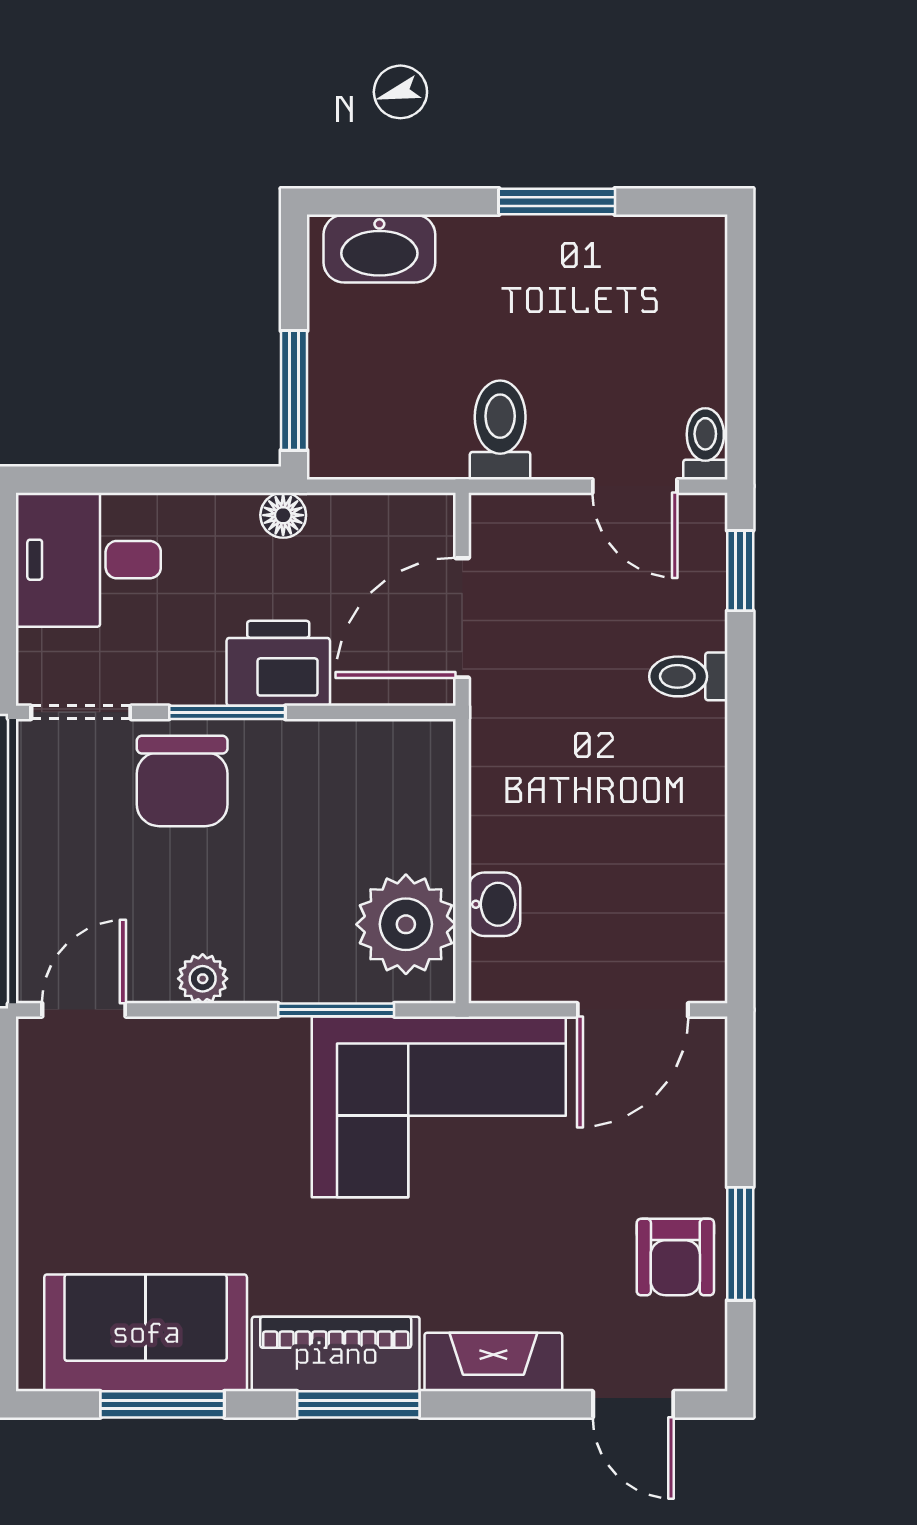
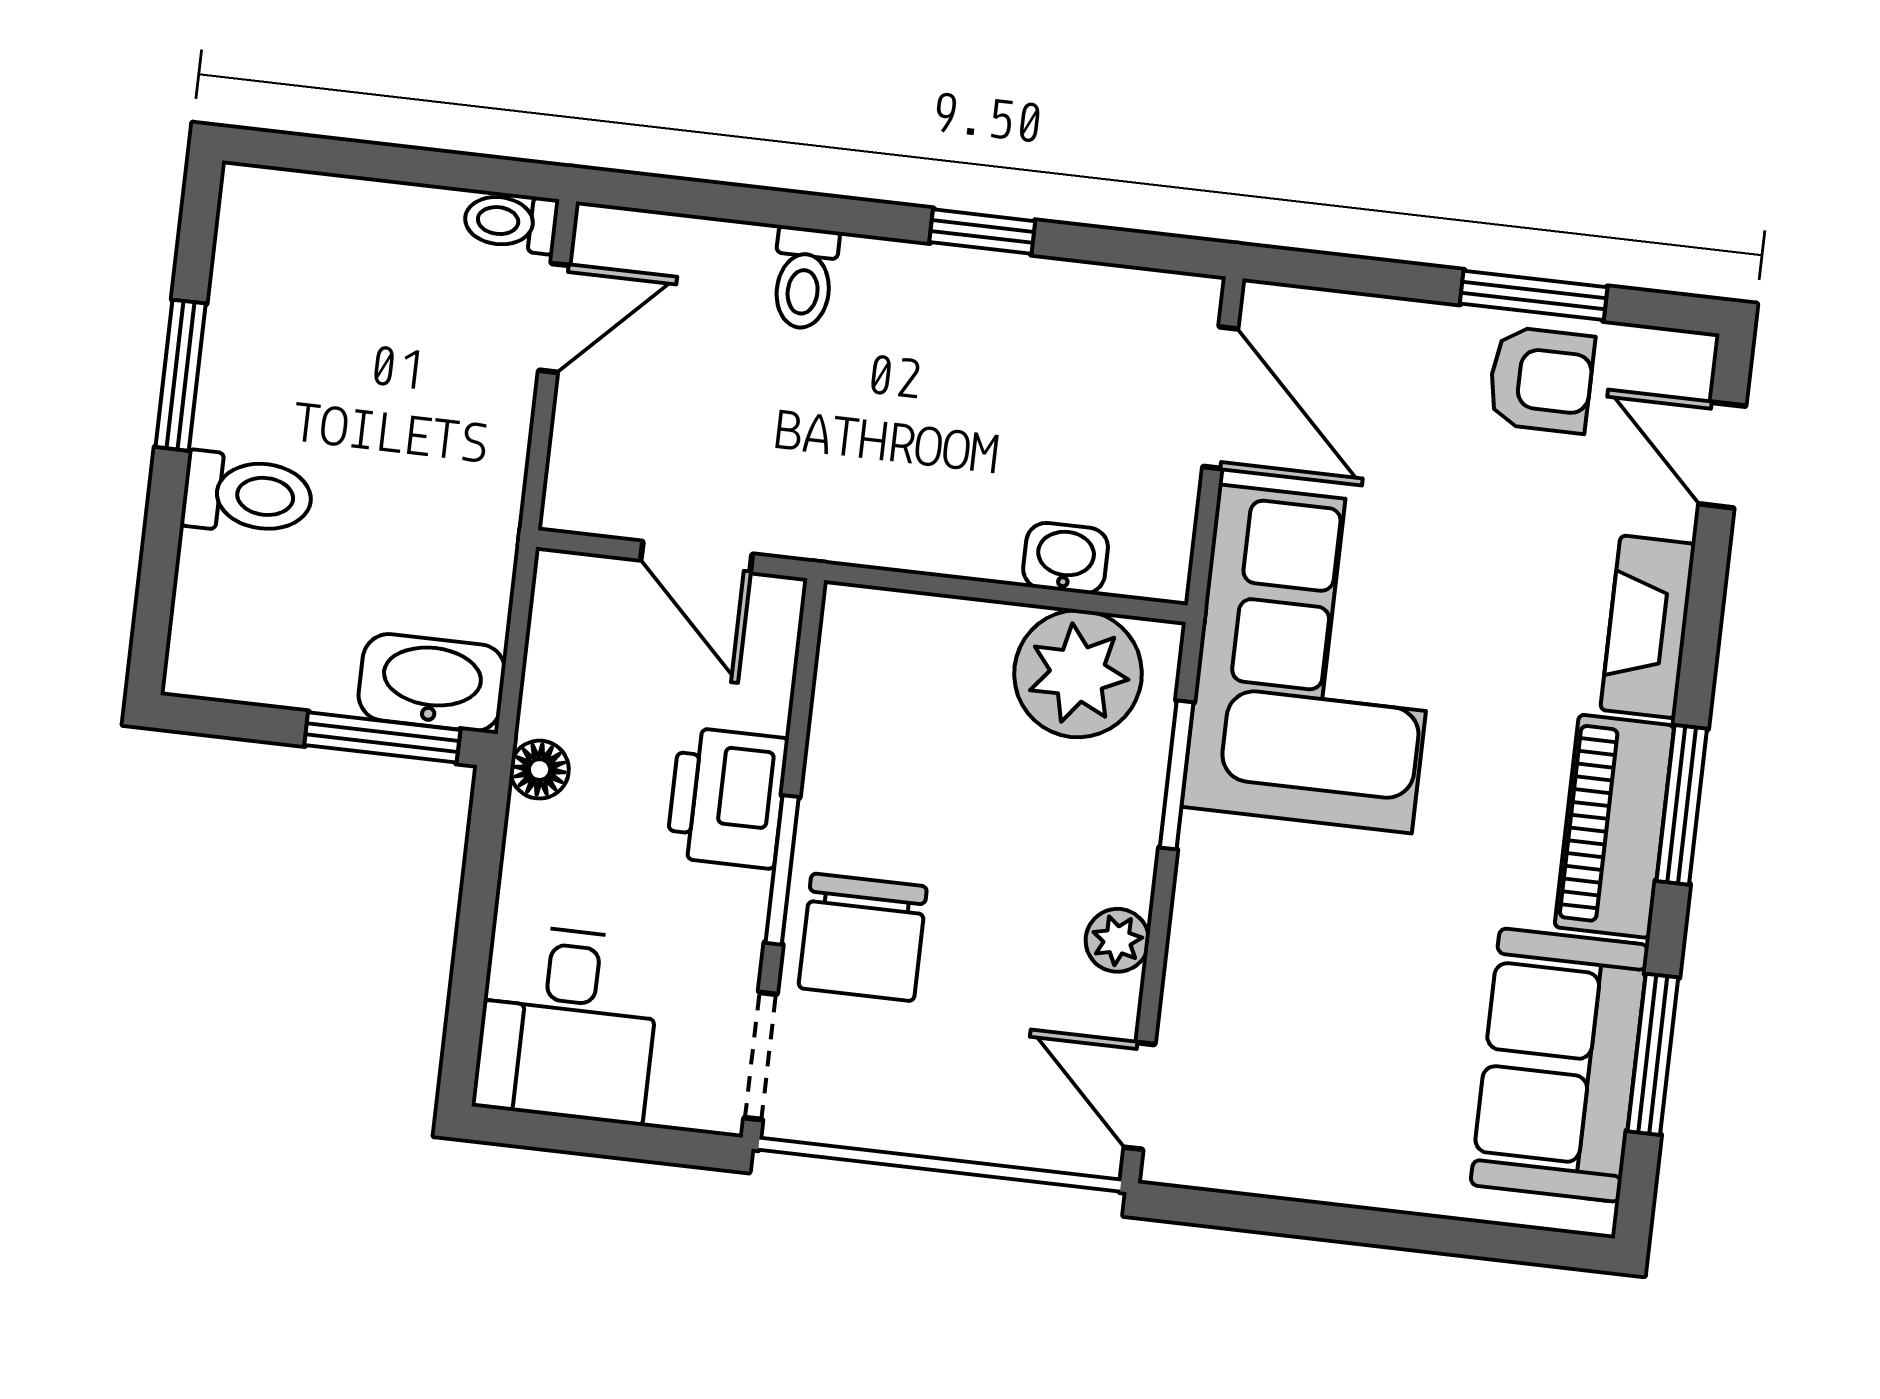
washbasin: (379, 248) -> (432, 683), moved, turned -90
toilet: (500, 430) -> (247, 494), moved, turned 180
window: (740, 571) -> (982, 232), moved
door: (462, 618) -> (696, 557), width x0.73
chair: (182, 781) -> (863, 937), turned 90
door: (633, 1404) -> (1722, 455), swing flipped

